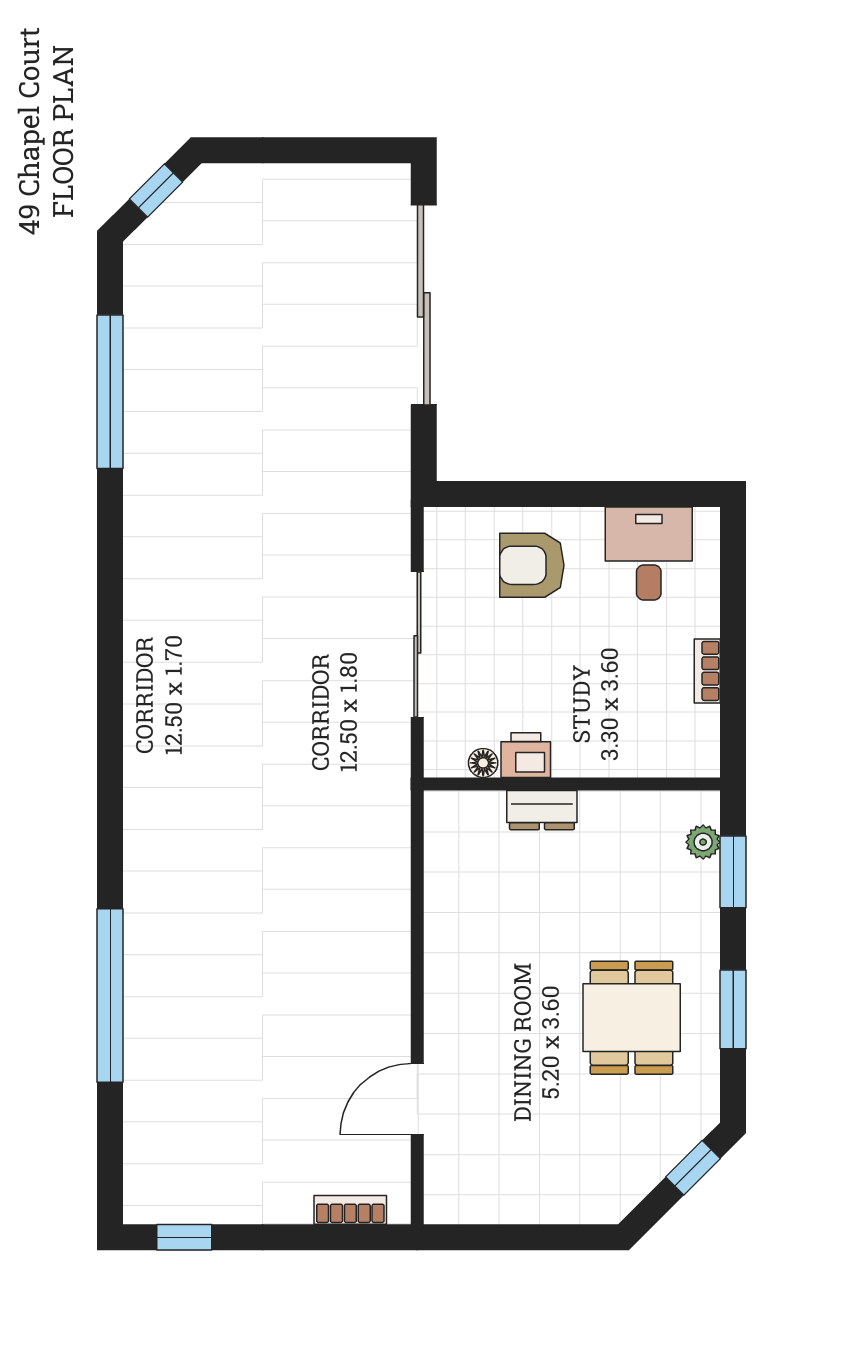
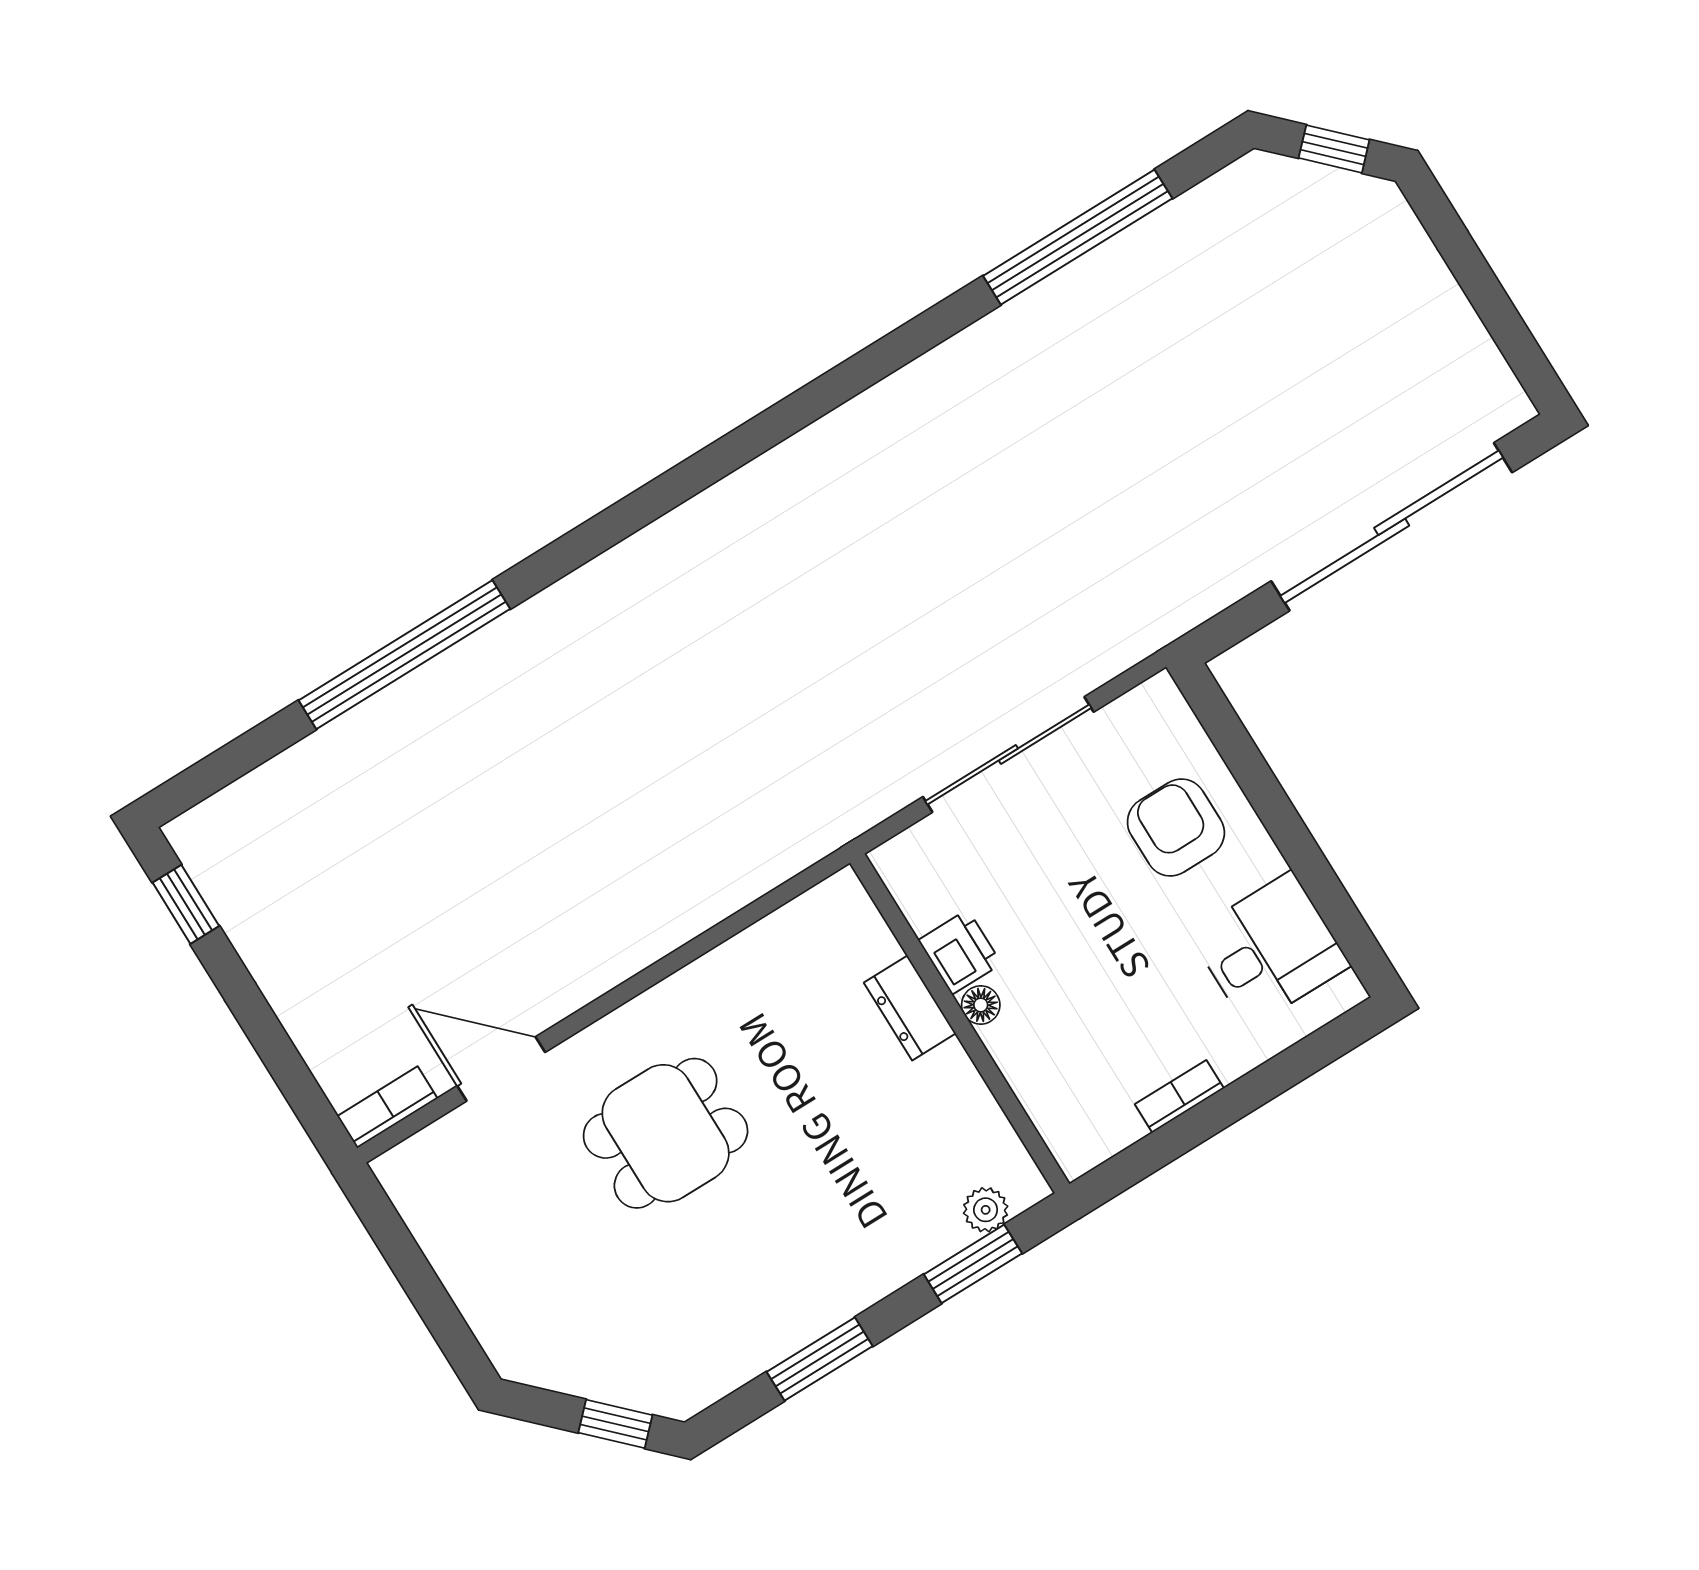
floor lamp: (483, 763) -> (981, 1005), moved
dining table: (632, 1018) -> (666, 1133), moved
bookcase: (350, 1210) -> (387, 1107), moved, turned -90

